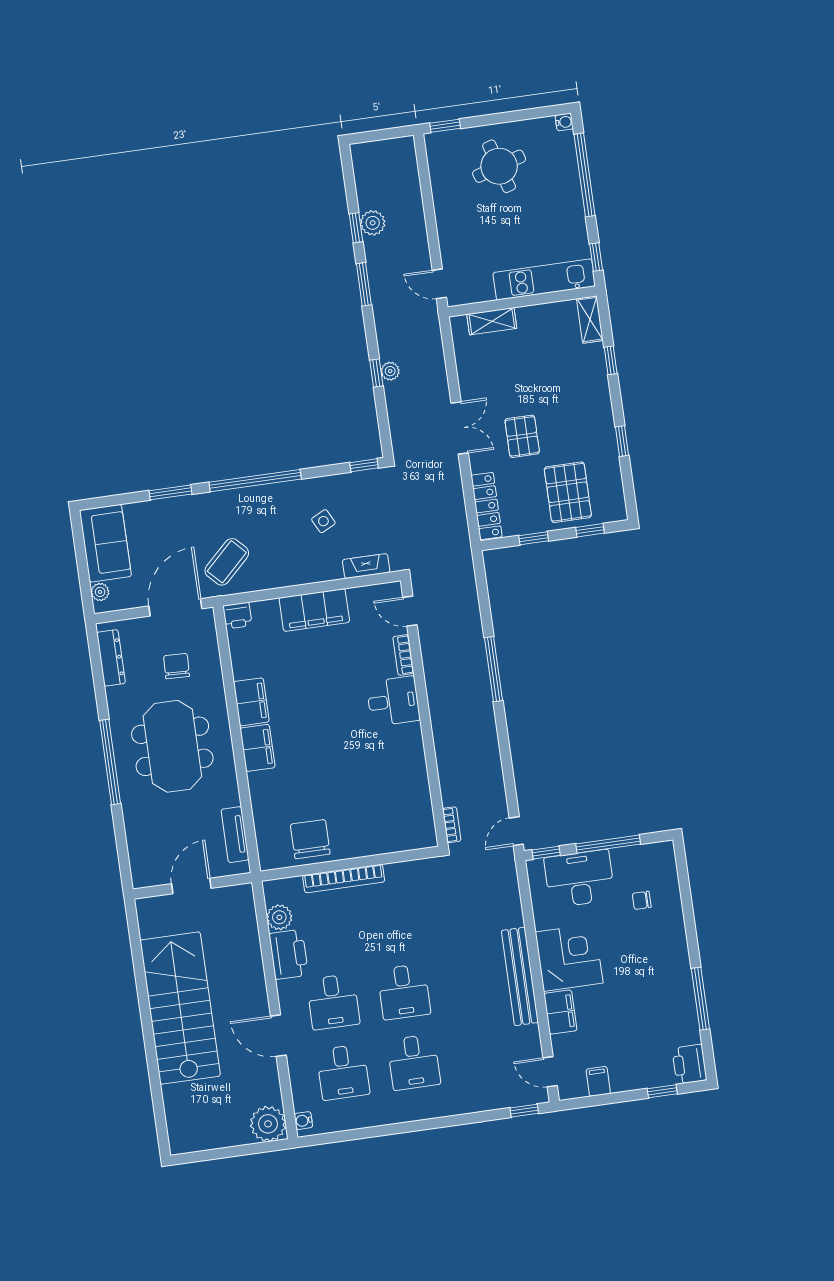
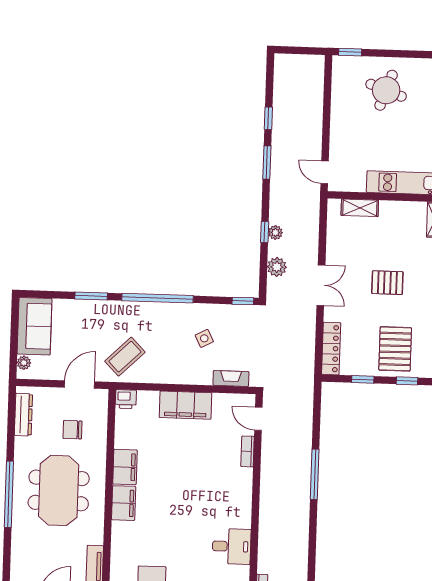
round table: (499, 166) -> (386, 90), turned 37
plant: (373, 223) -> (277, 267), moved
pallet: (522, 436) -> (387, 283), moved, turned 90
door: (175, 607) -> (79, 385), width x0.73
chair: (176, 666) -> (72, 430), turned -92
desk: (393, 701) -> (232, 546), moved

